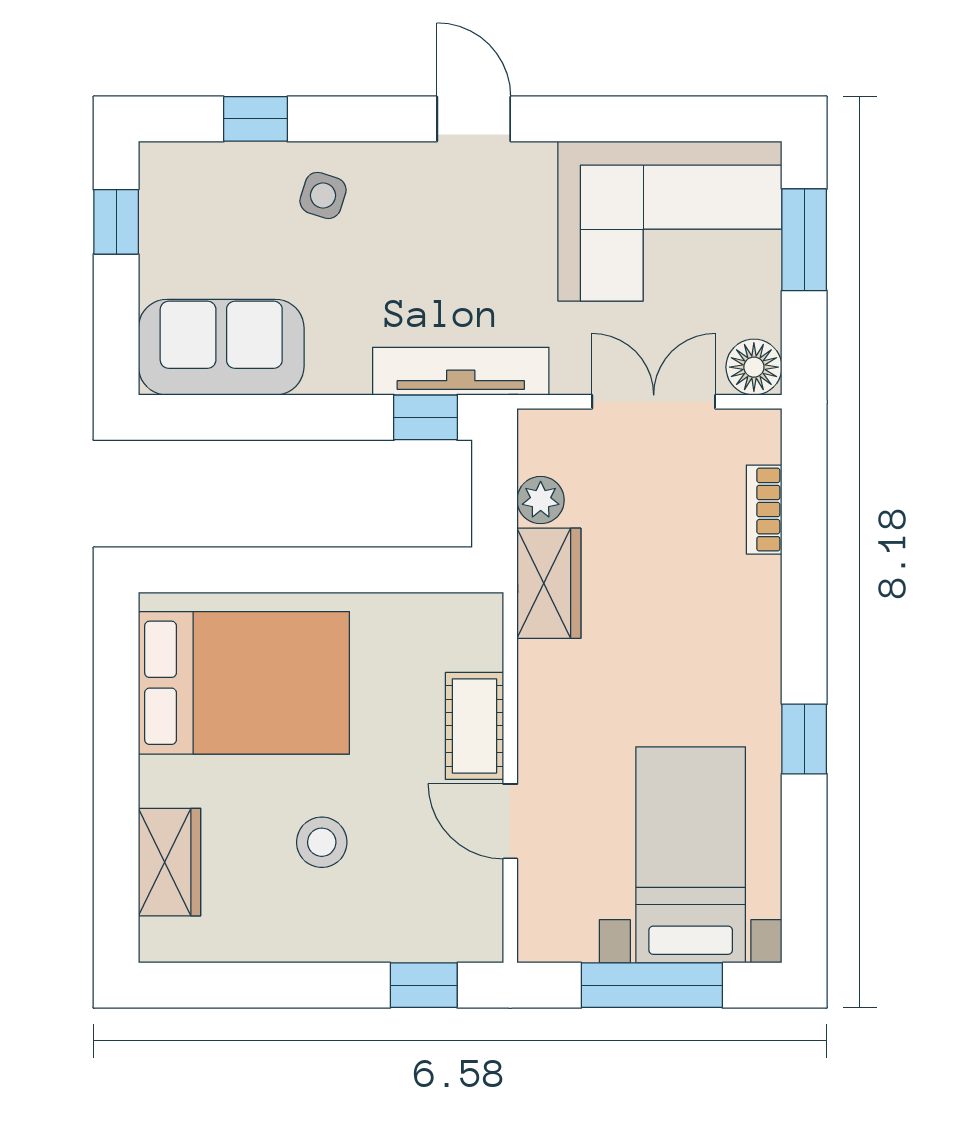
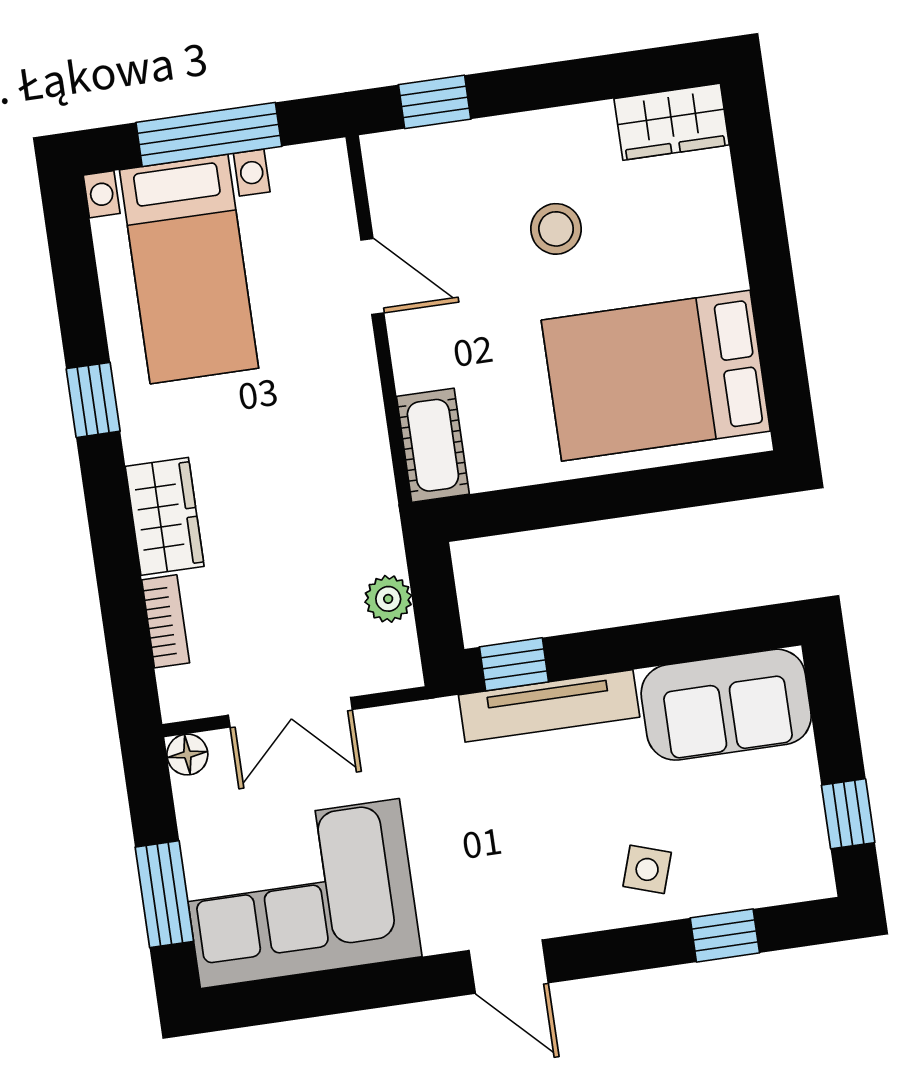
floor lamp: (754, 367) -> (187, 755), width x0.73, depth x0.73
tv unit: (461, 371) -> (549, 706), moved
wardrobe: (549, 583) -> (165, 516), moved, turned 180
cot: (474, 726) -> (433, 445), moved
wardrobe: (170, 862) -> (672, 122), moved, turned -90

